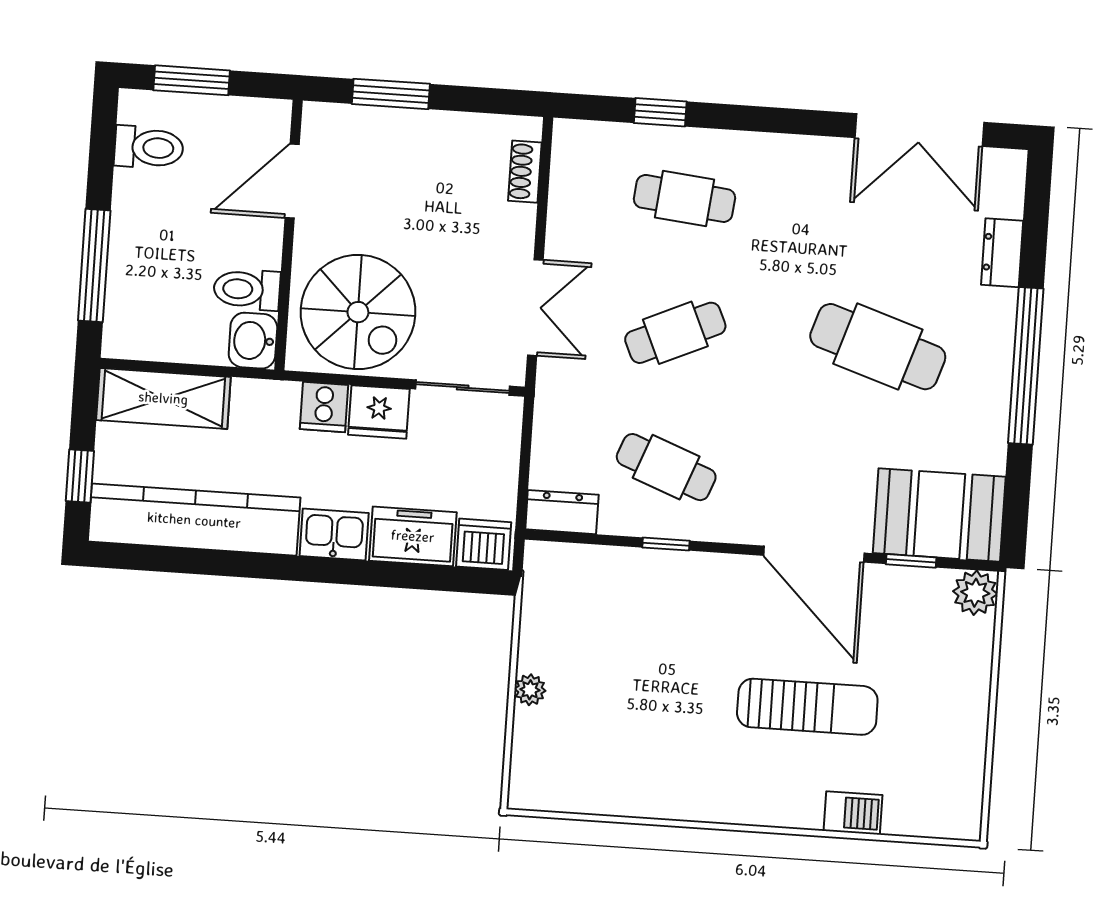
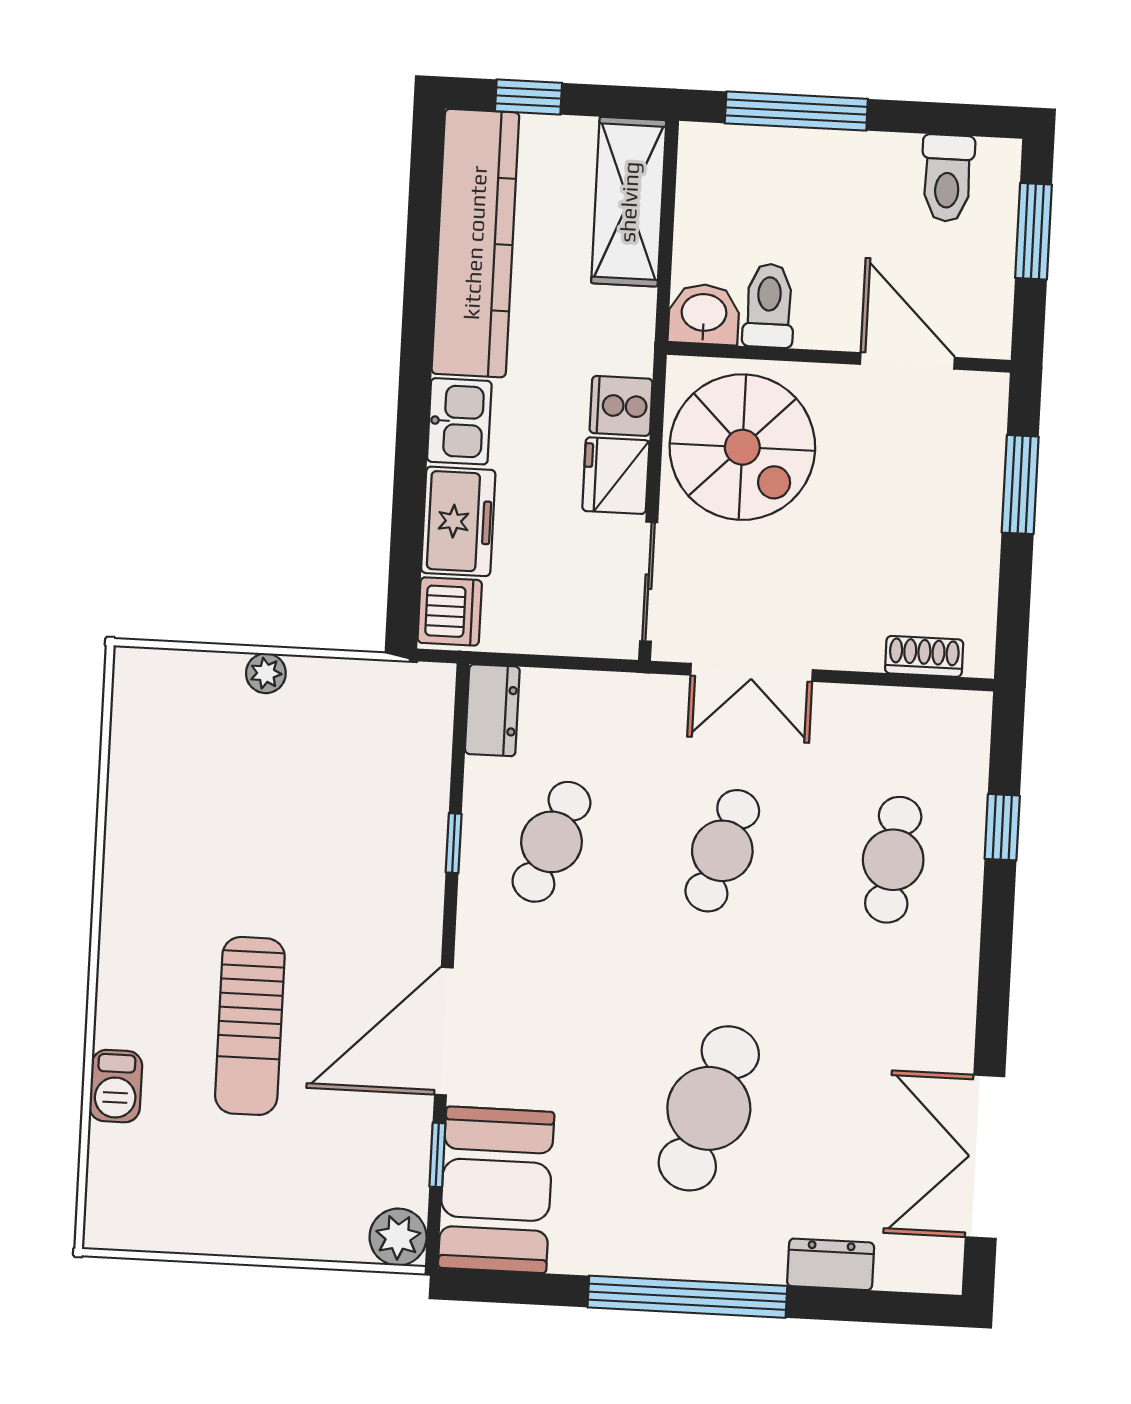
spiral stairs: (358, 312) -> (742, 447), turned -90
cafe table: (675, 333) -> (722, 851), turned 42

